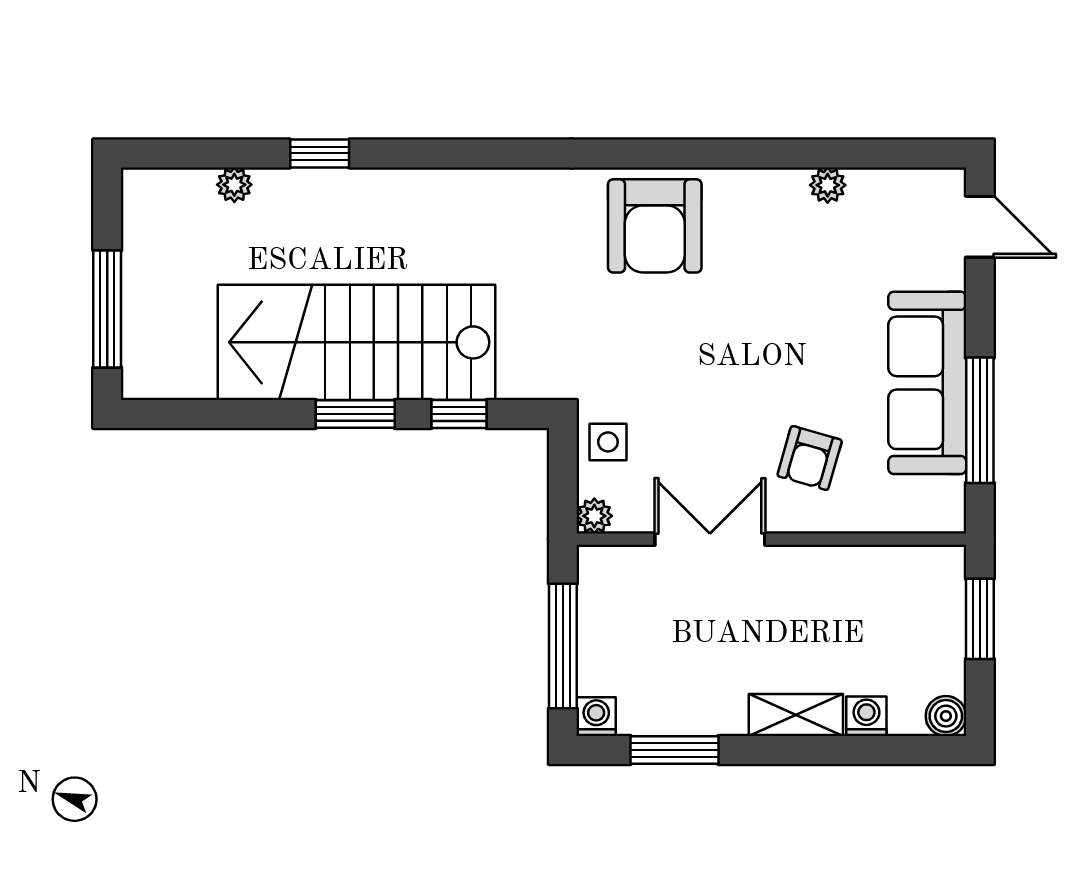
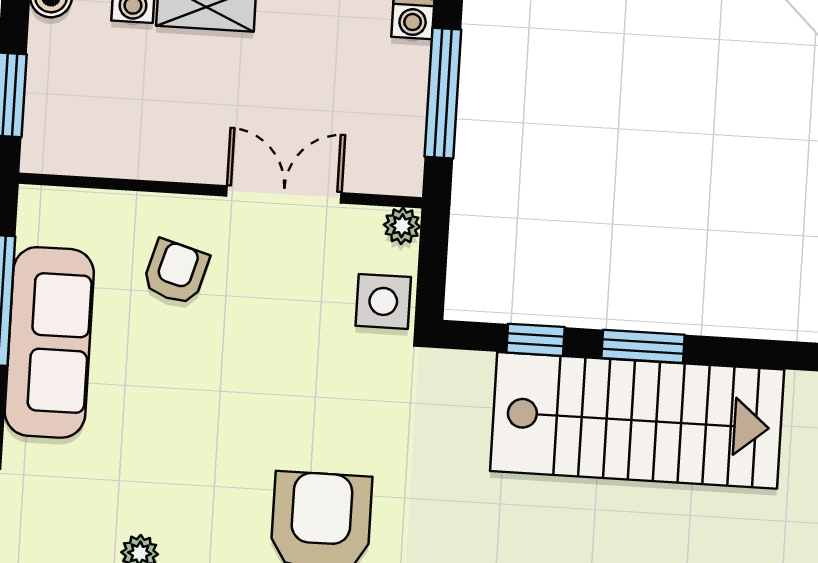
side table: (608, 442) -> (383, 301), width x1.37, depth x1.37
double door: (710, 539) -> (284, 194), swing flipped

